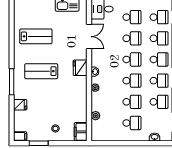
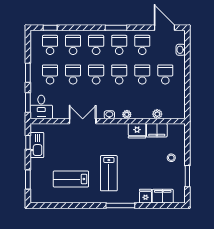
lab bench: (36, 36) -> (71, 179), turned -90
double door: (89, 37) -> (83, 121), moved
fridge: (80, 68) -> (137, 131), moved
filing cabinet: (81, 132) -> (157, 130), moved
filing cabinet: (20, 136) -> (163, 196), moved, width x2.00

